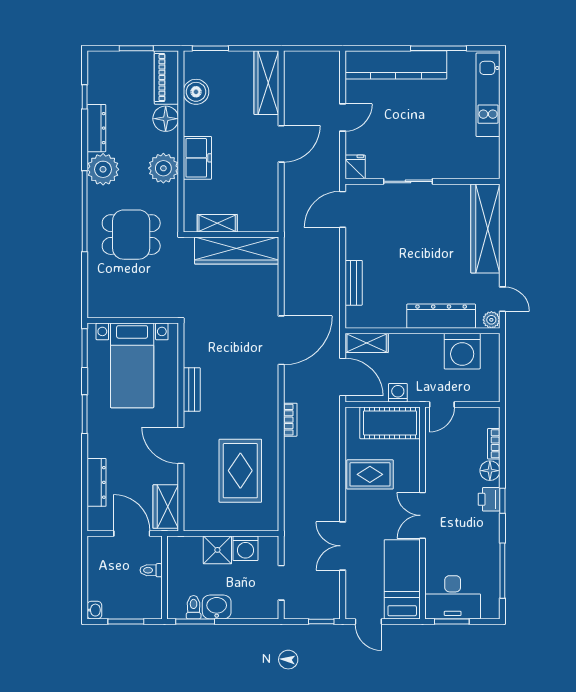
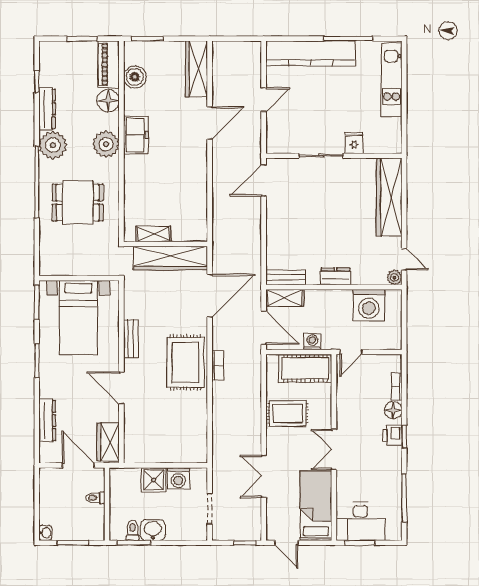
fridge: (355, 167) -> (354, 143), moved
shelving: (217, 223) -> (153, 234), moved
wall: (231, 235) -> (166, 244), moved
wardrobe: (237, 251) -> (171, 258), moved
bench: (354, 283) -> (286, 277), moved, turned 90
dresser: (441, 316) -> (336, 276), width x0.51, depth x0.80
rug: (240, 471) -> (186, 362), moved

